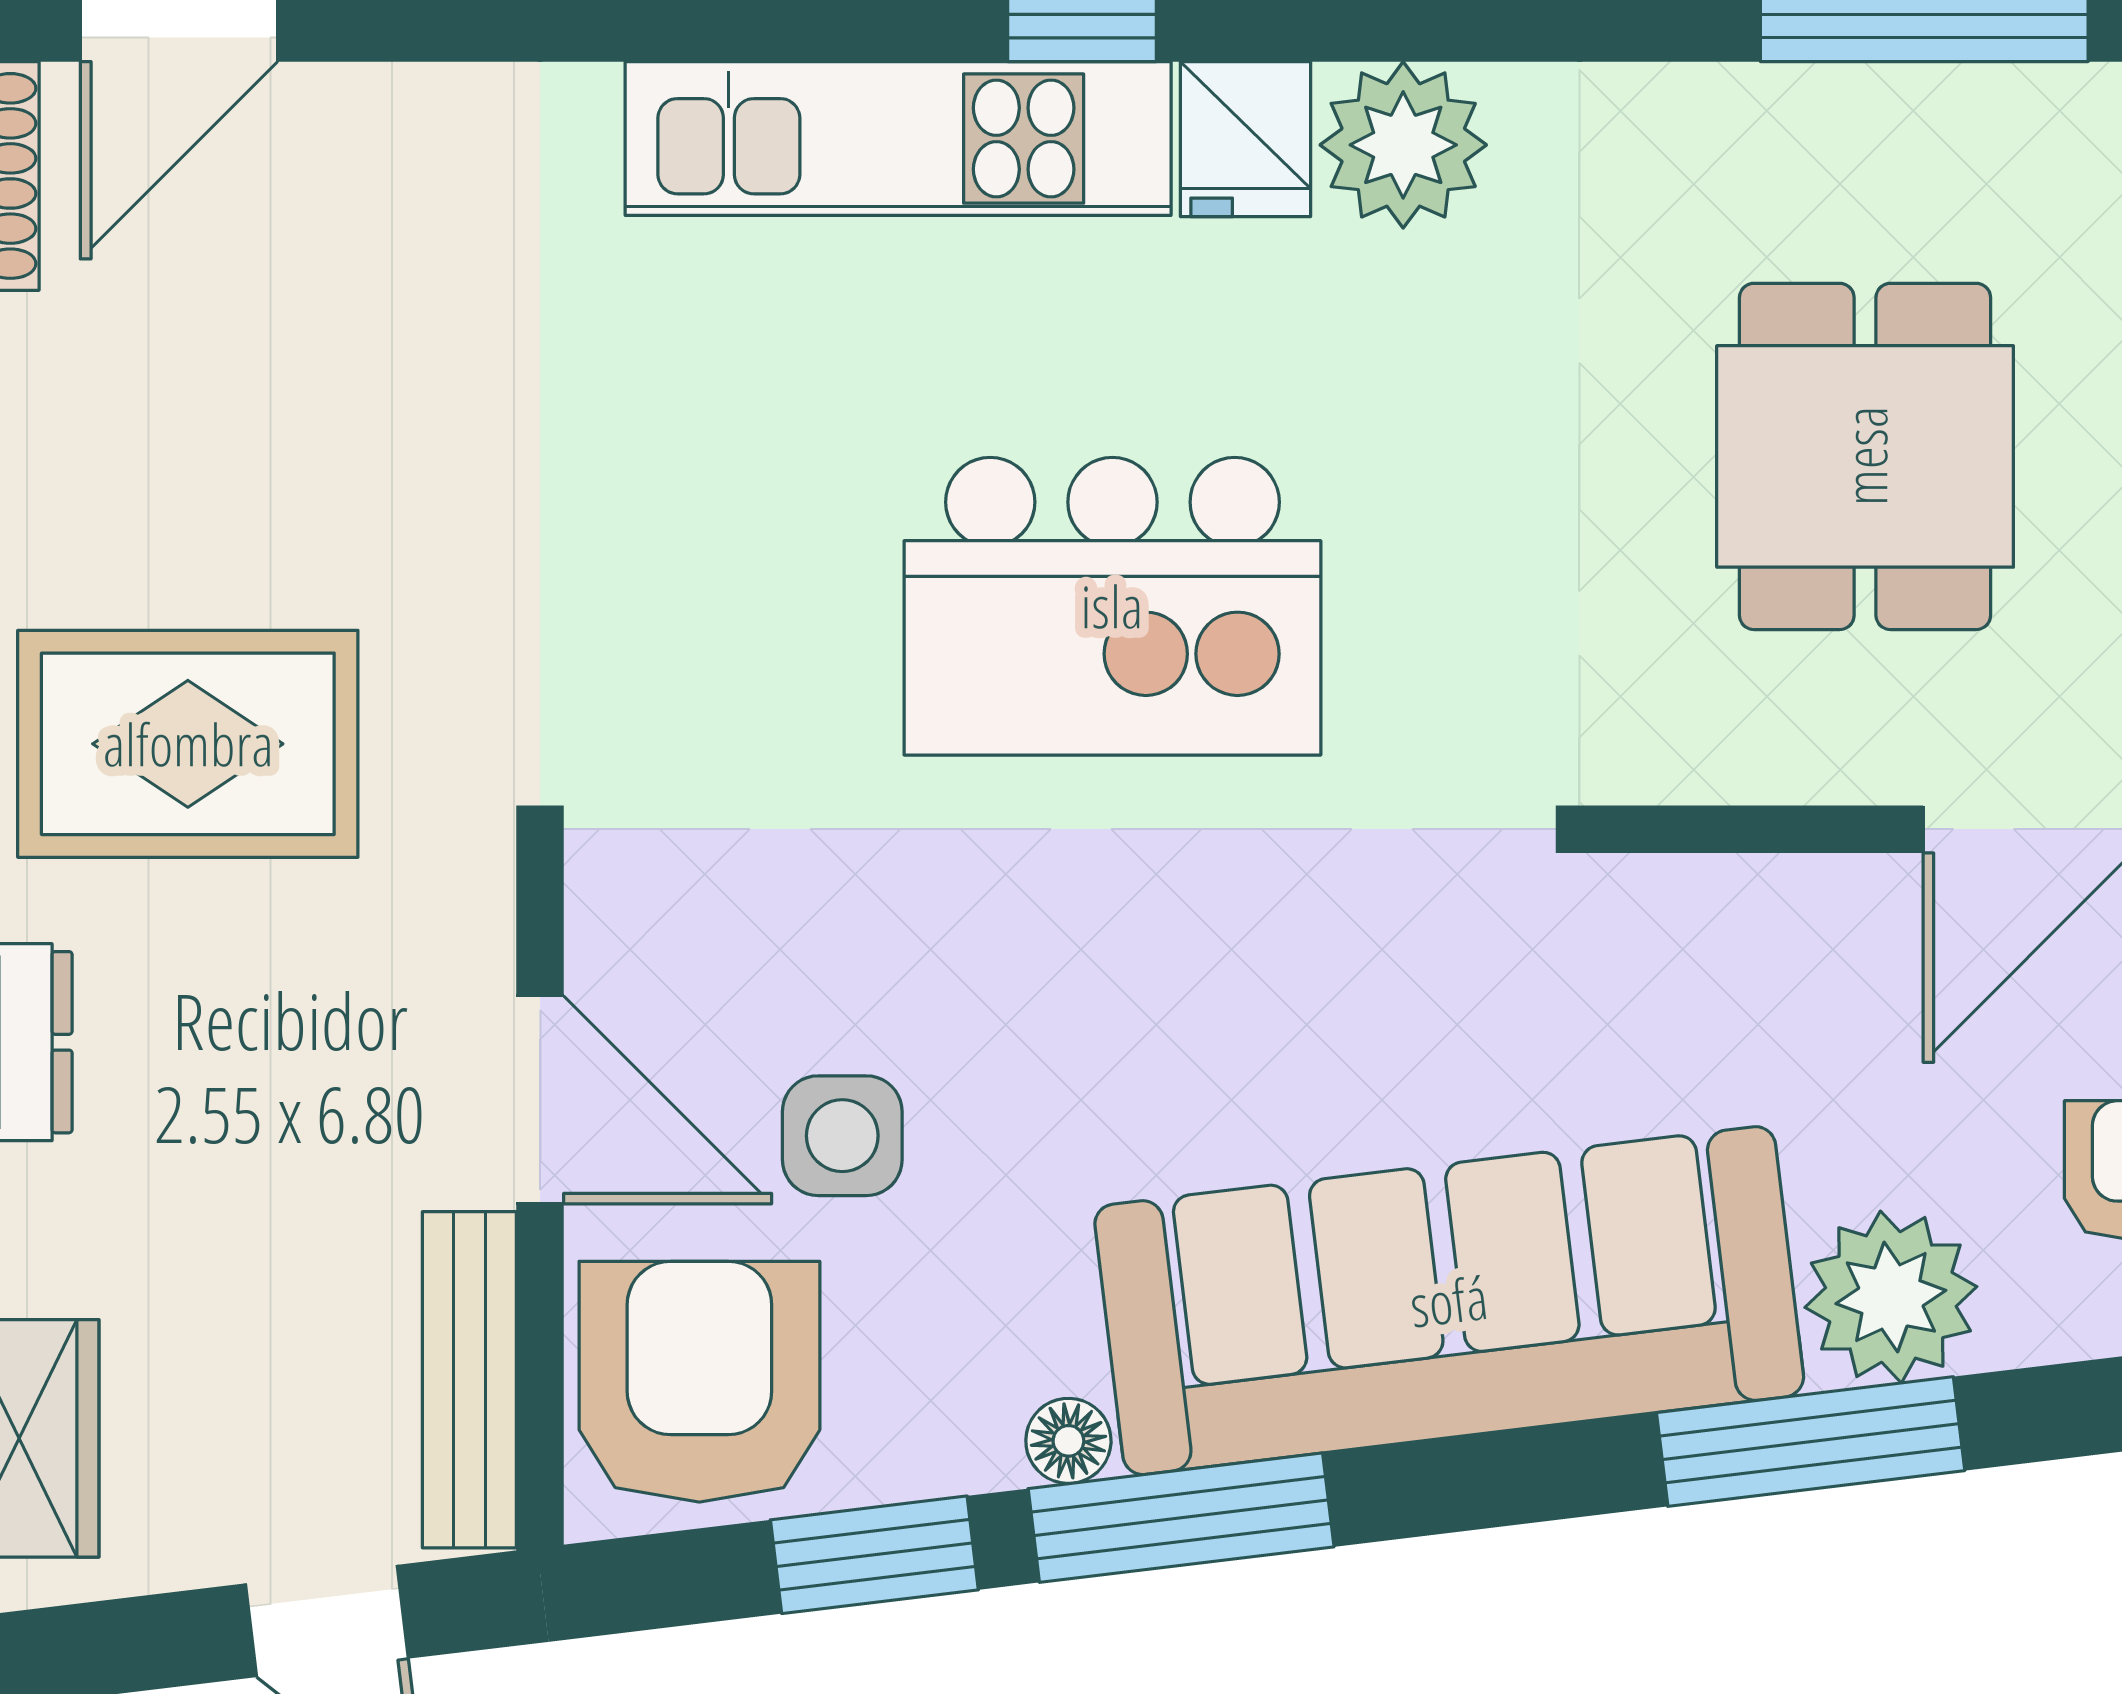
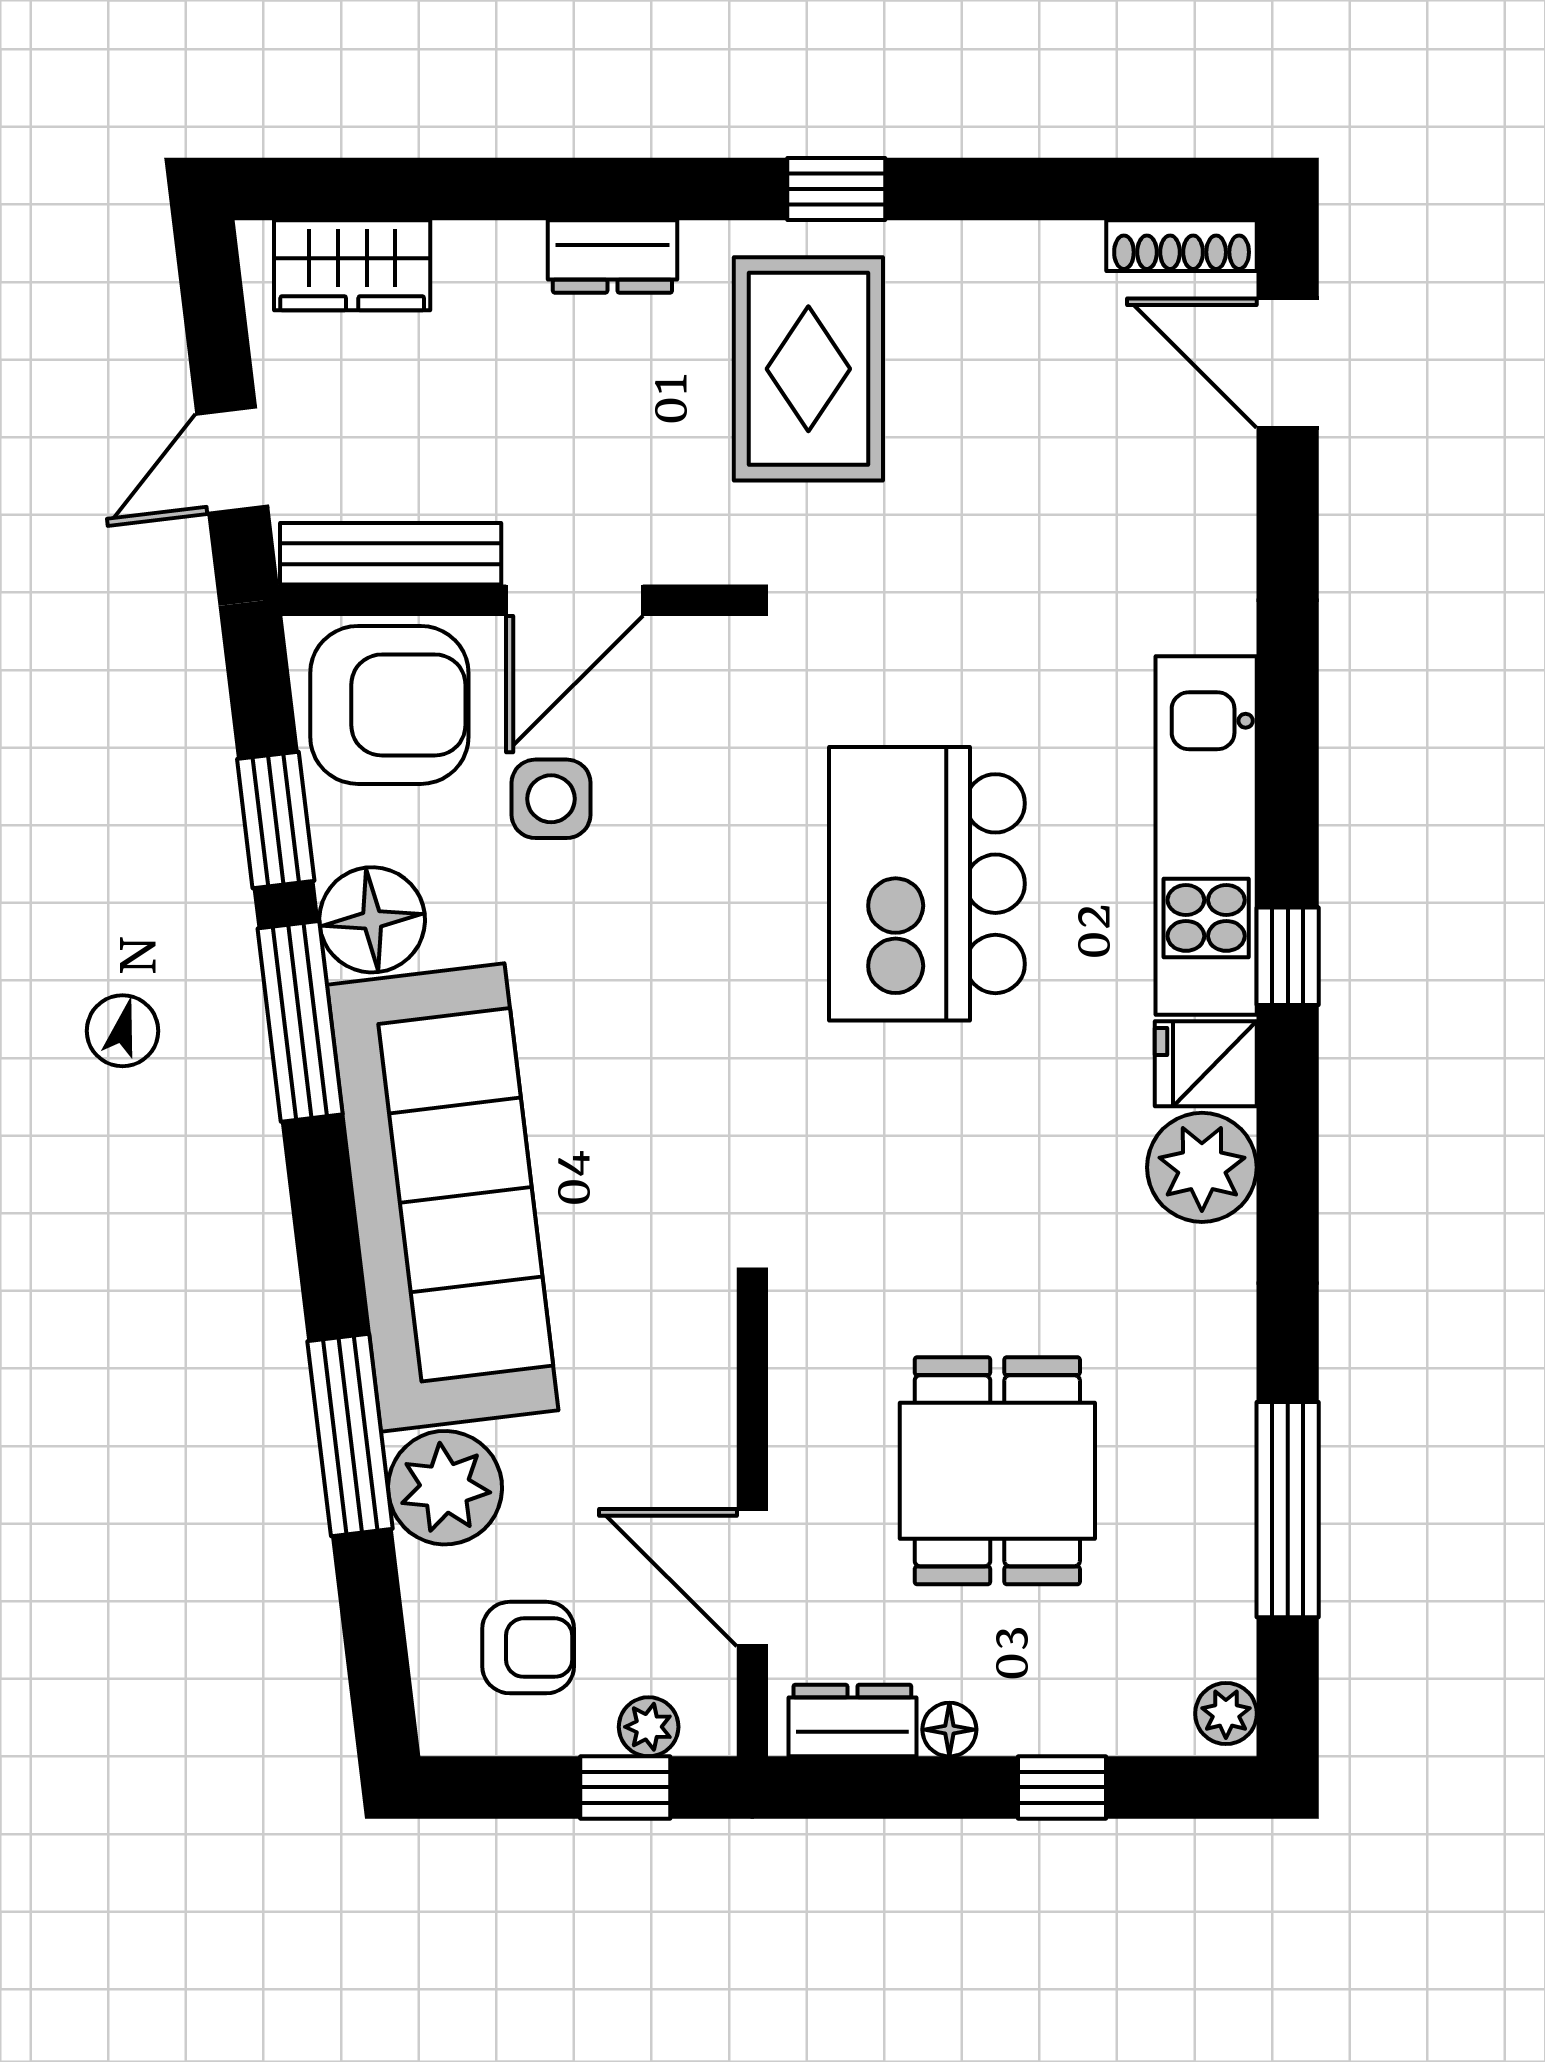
dining table: (1865, 456) -> (997, 1471), turned 90
kitchen island: (1112, 606) -> (927, 884), moved
floor lamp: (1068, 1441) -> (372, 920), width x1.89, depth x1.89

